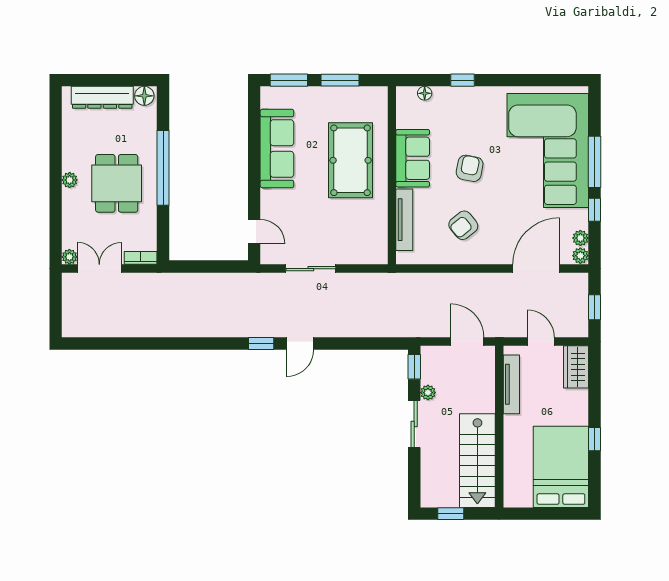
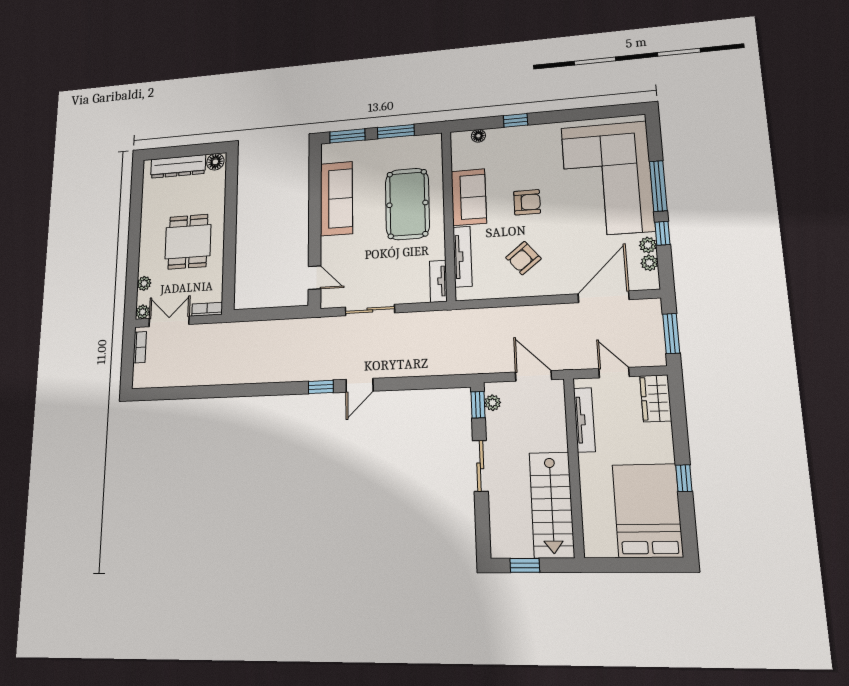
window: (163, 168) -> (230, 224), removed
armchair: (470, 168) -> (527, 202), turned 79
plant: (70, 180) -> (144, 283), moved
tv unit: (380, 243) -> (438, 281), added
plant: (580, 256) -> (648, 245), moved
bookcase: (68, 294) -> (140, 347), added
window: (594, 307) -> (671, 334), width x1.50
plant: (428, 393) -> (493, 403), moved

